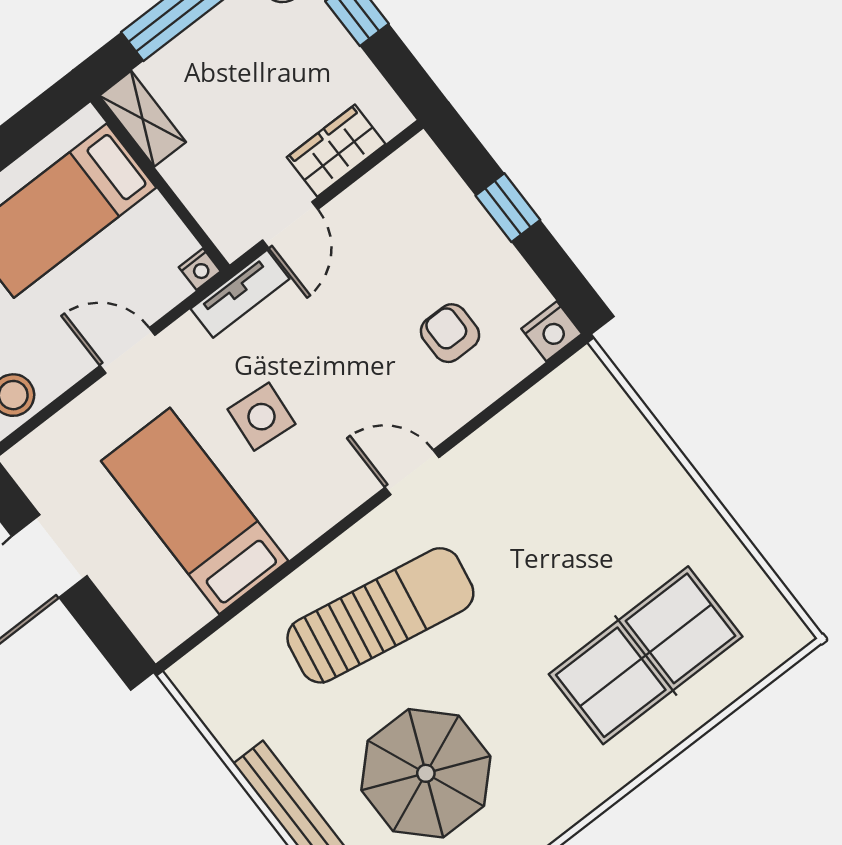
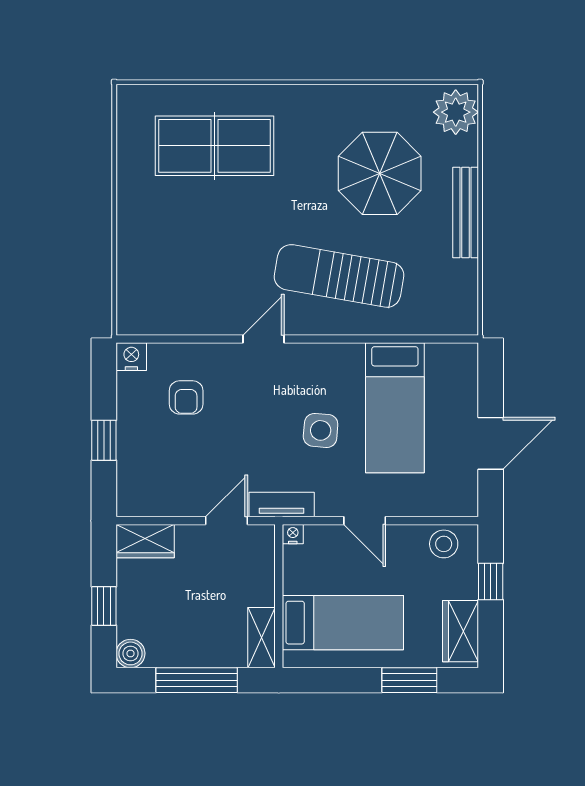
wardrobe: (336, 151) -> (145, 541), moved
door: (412, 472) -> (264, 339), swing flipped

